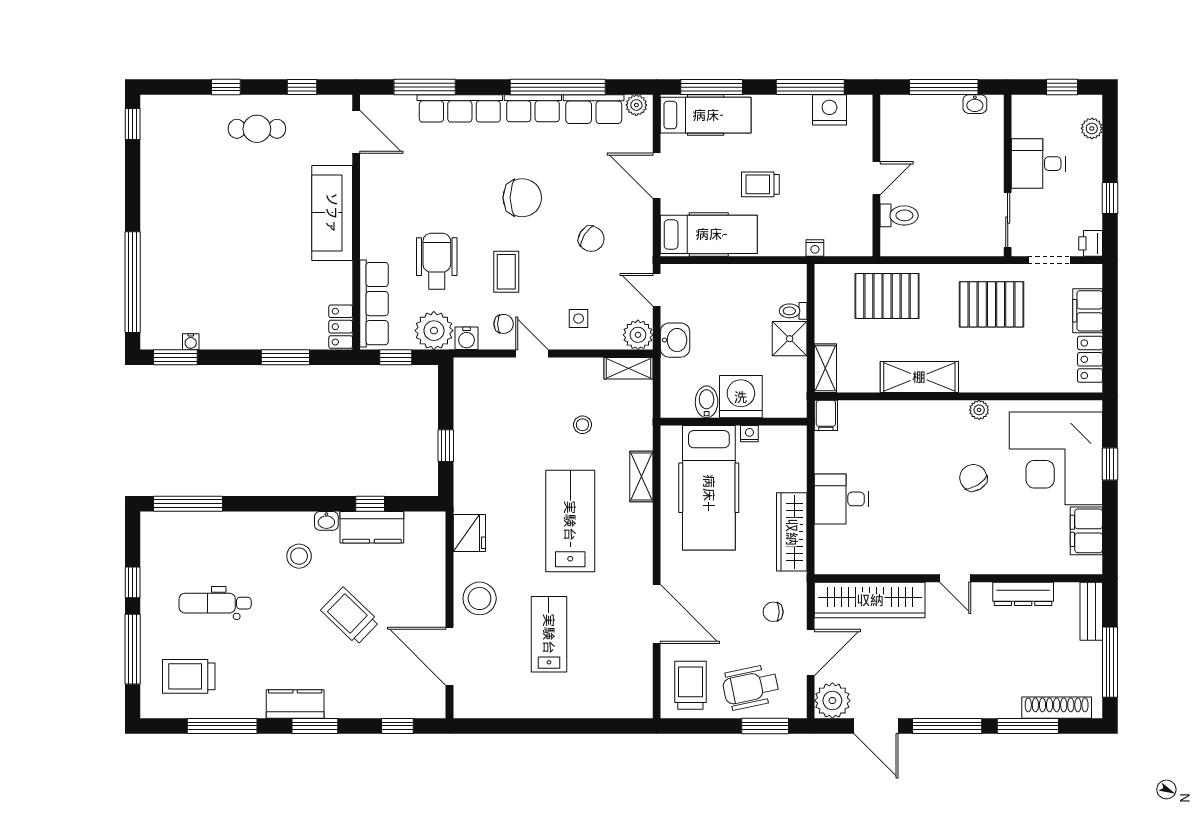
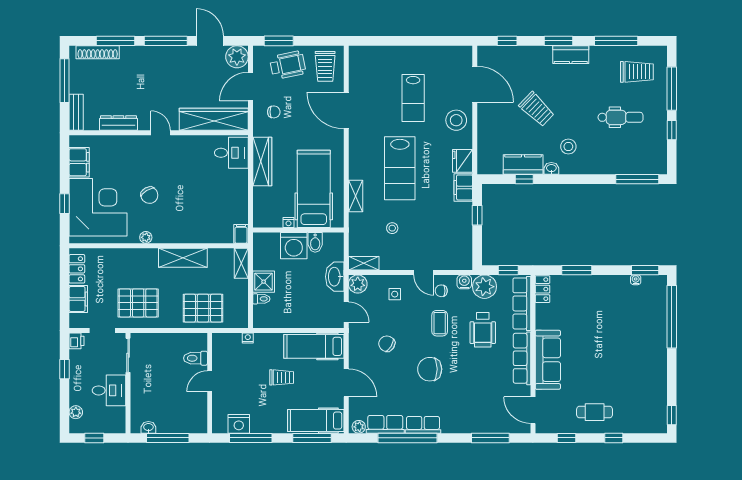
row of seats: (460, 108) -> (522, 358), moved, turned -90
washbasin: (675, 340) -> (335, 277), width x1.38
filing cabinet: (468, 490) -> (463, 187), added
desk: (841, 499) -> (231, 153), moved

